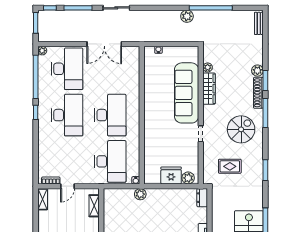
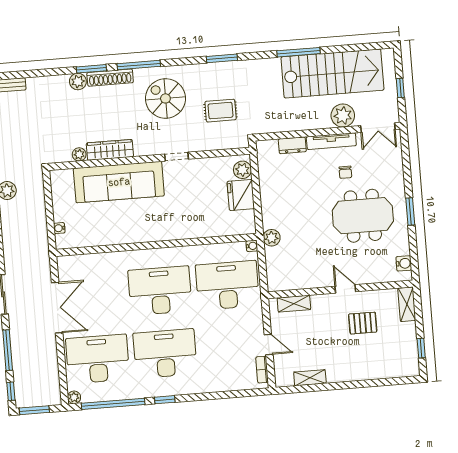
rug: (230, 166) -> (221, 111), turned 90
dresser: (202, 198) -> (292, 145), moved
shelving: (43, 199) -> (310, 378), moved

